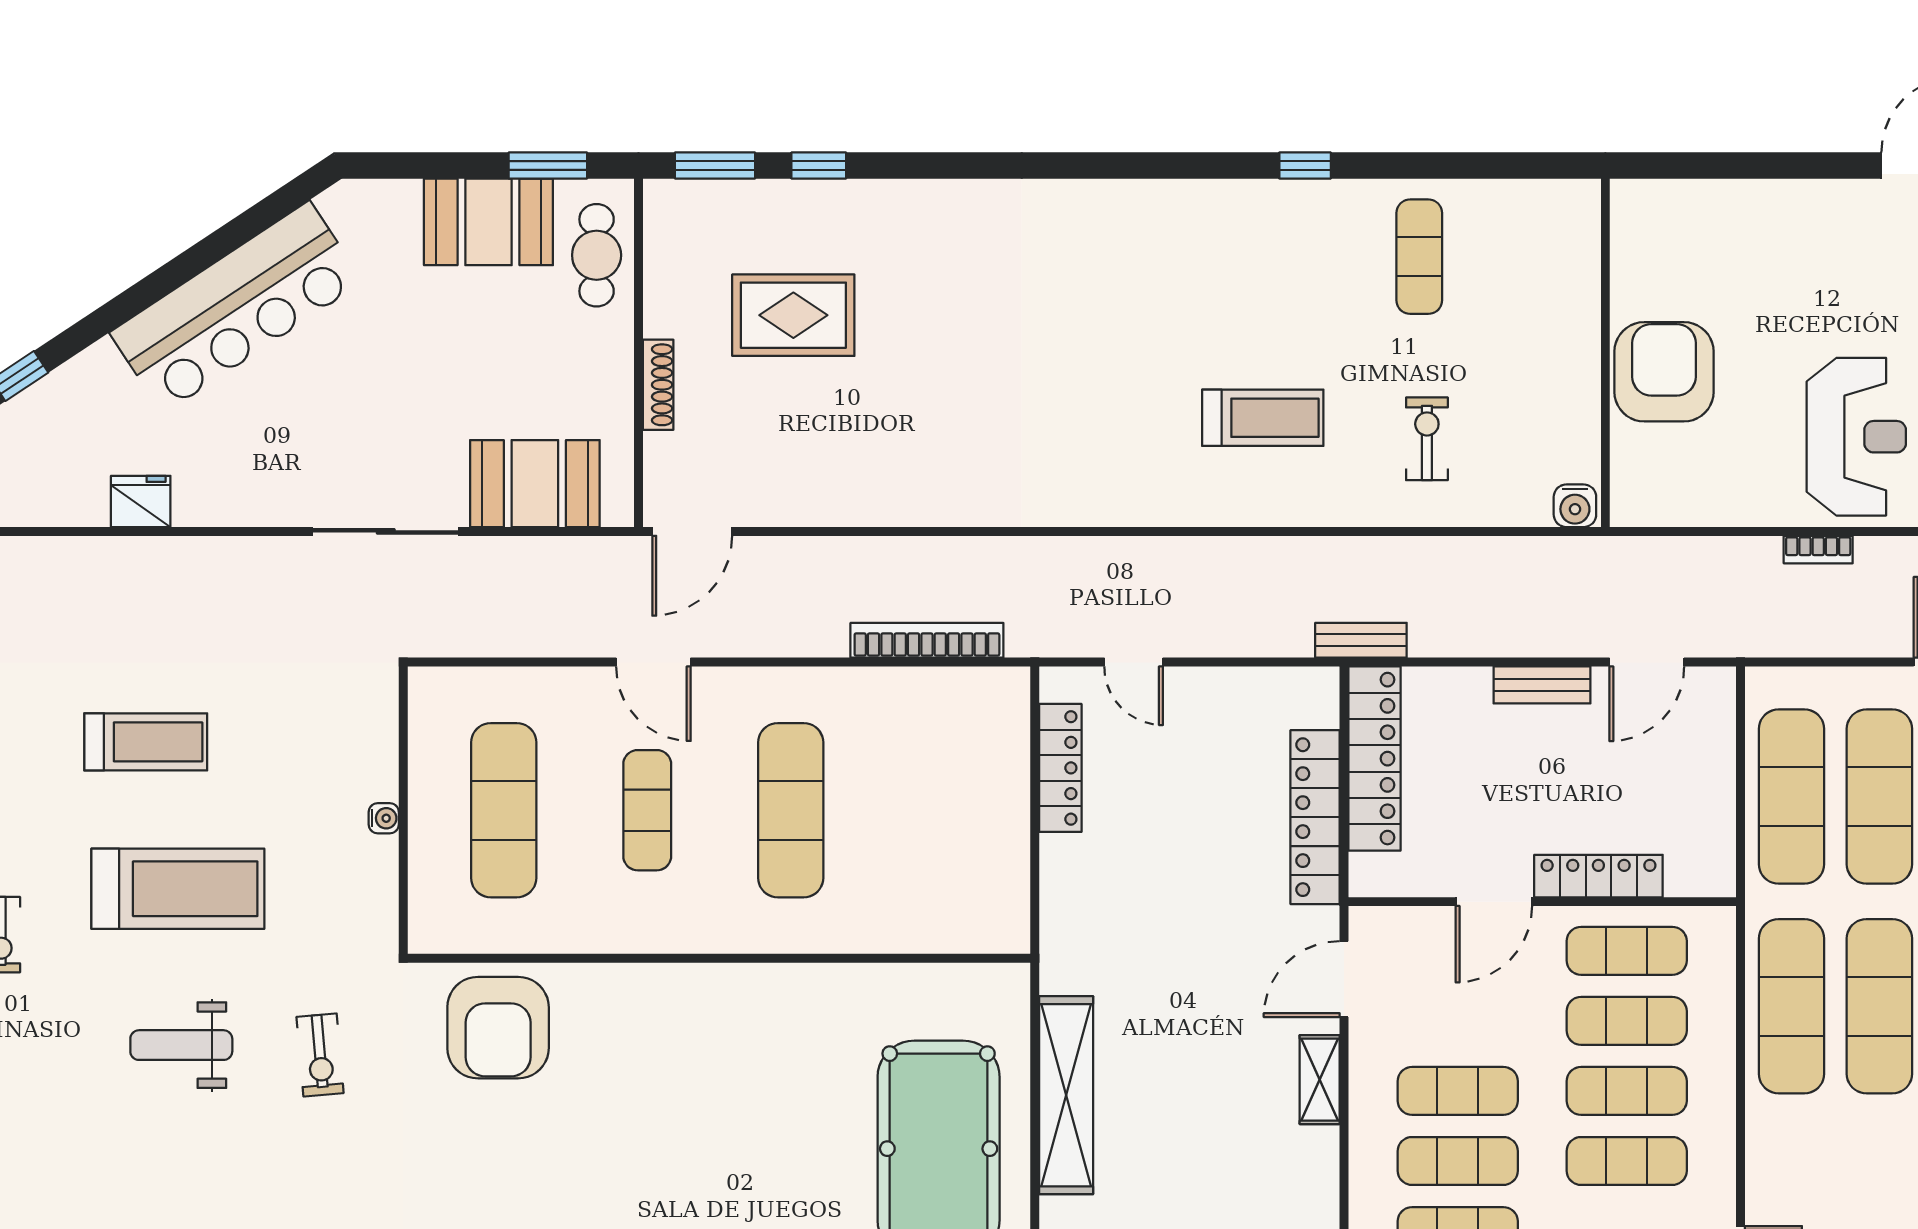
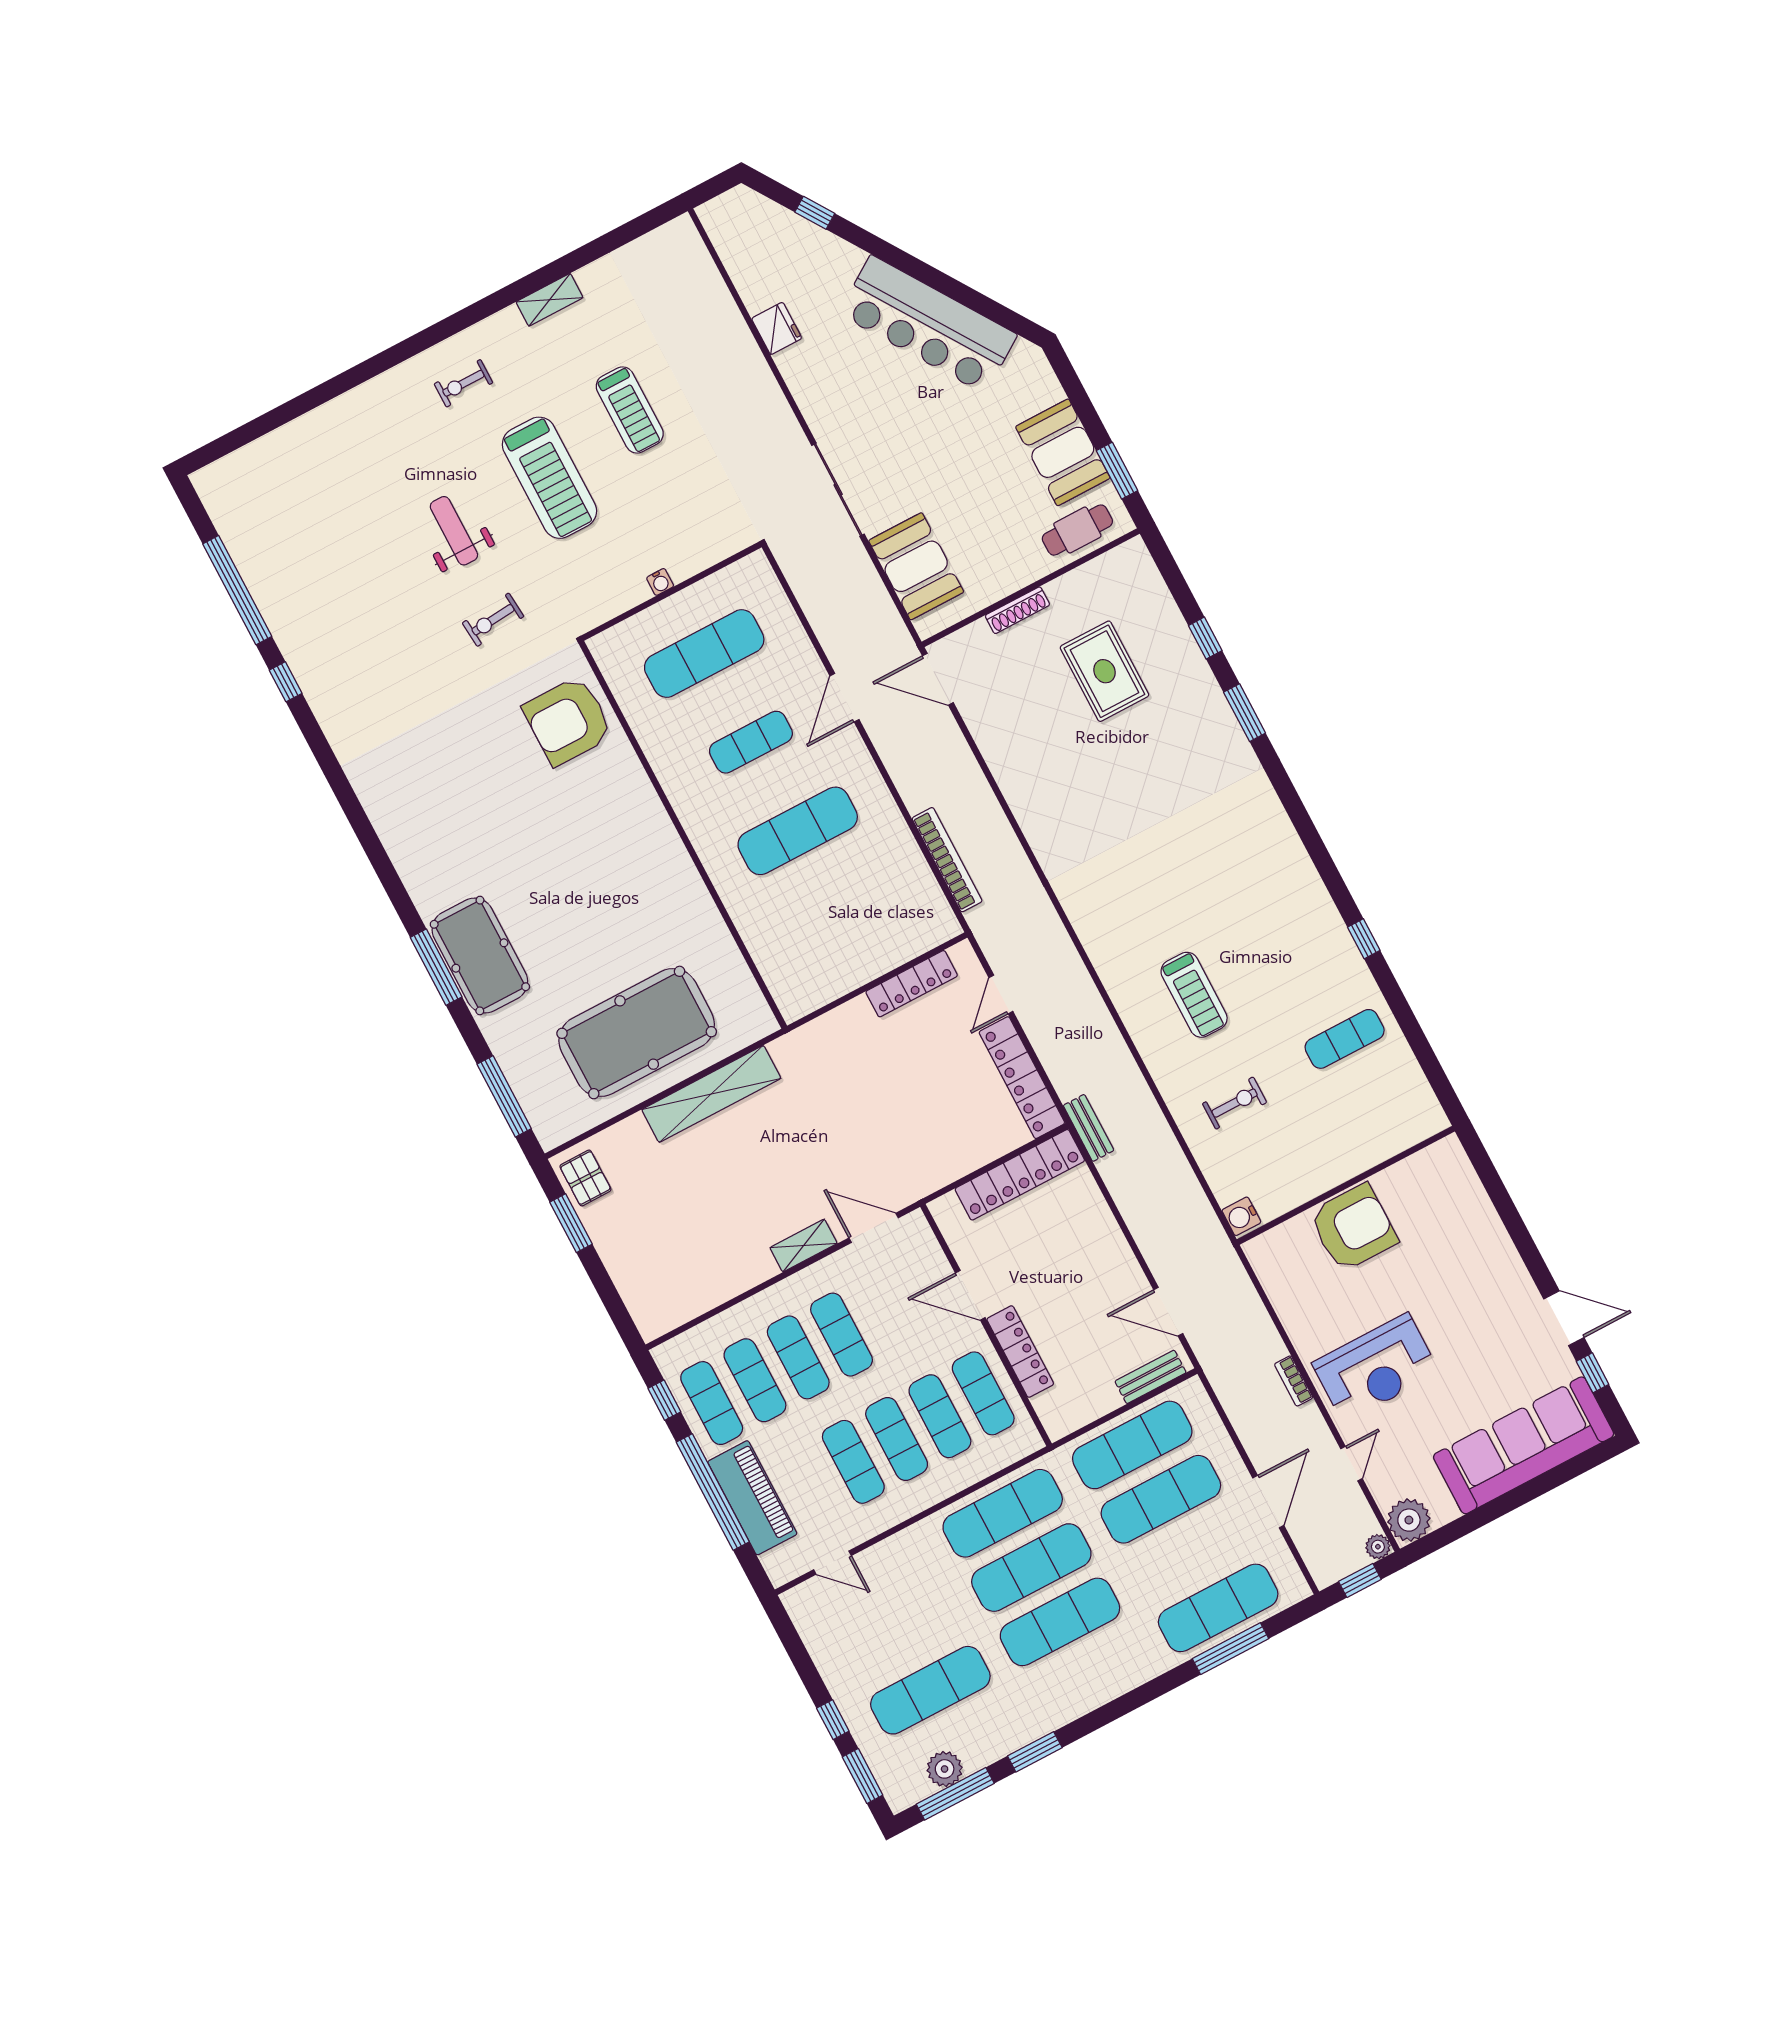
window: (715, 166) -> (1245, 713), moved
bench: (1542, 685) -> (1150, 1377), moved, turned 90
locker: (1315, 817) -> (1022, 1078), moved, turned -90

